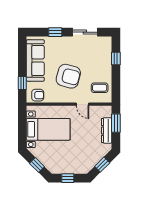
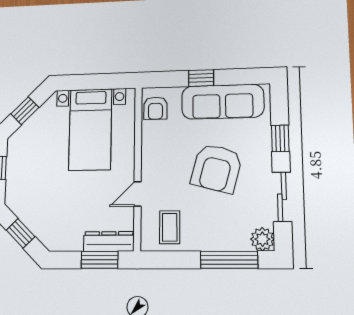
plant: (106, 42) -> (262, 239), added
window: (116, 58) -> (229, 260), width x2.17
armchair: (68, 76) -> (216, 168), moved
window: (22, 83) -> (201, 78), moved
dresser: (107, 130) -> (109, 242), moved

